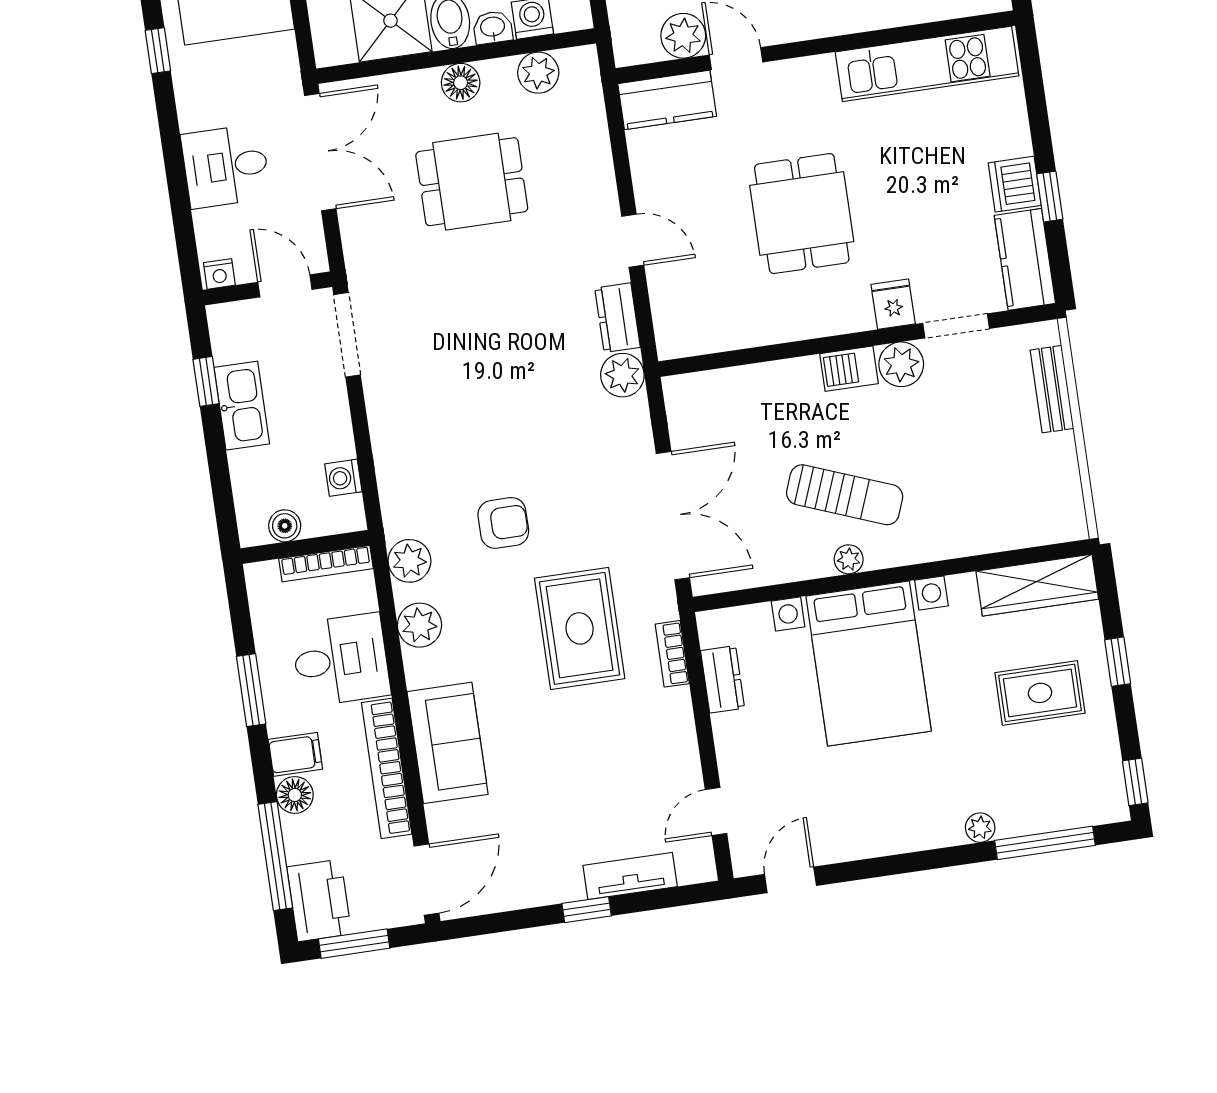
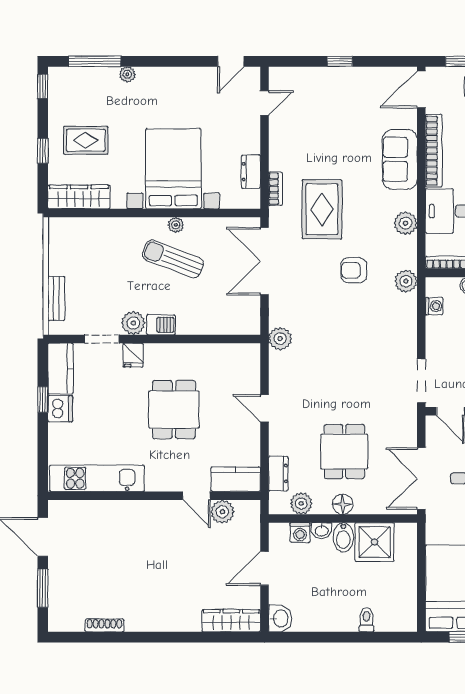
dining table: (472, 182) -> (344, 451), turned 90
dresser: (618, 318) -> (278, 473), moved
plant: (409, 561) -> (406, 281), moved
tv unit: (630, 876) -> (314, 76), removed

